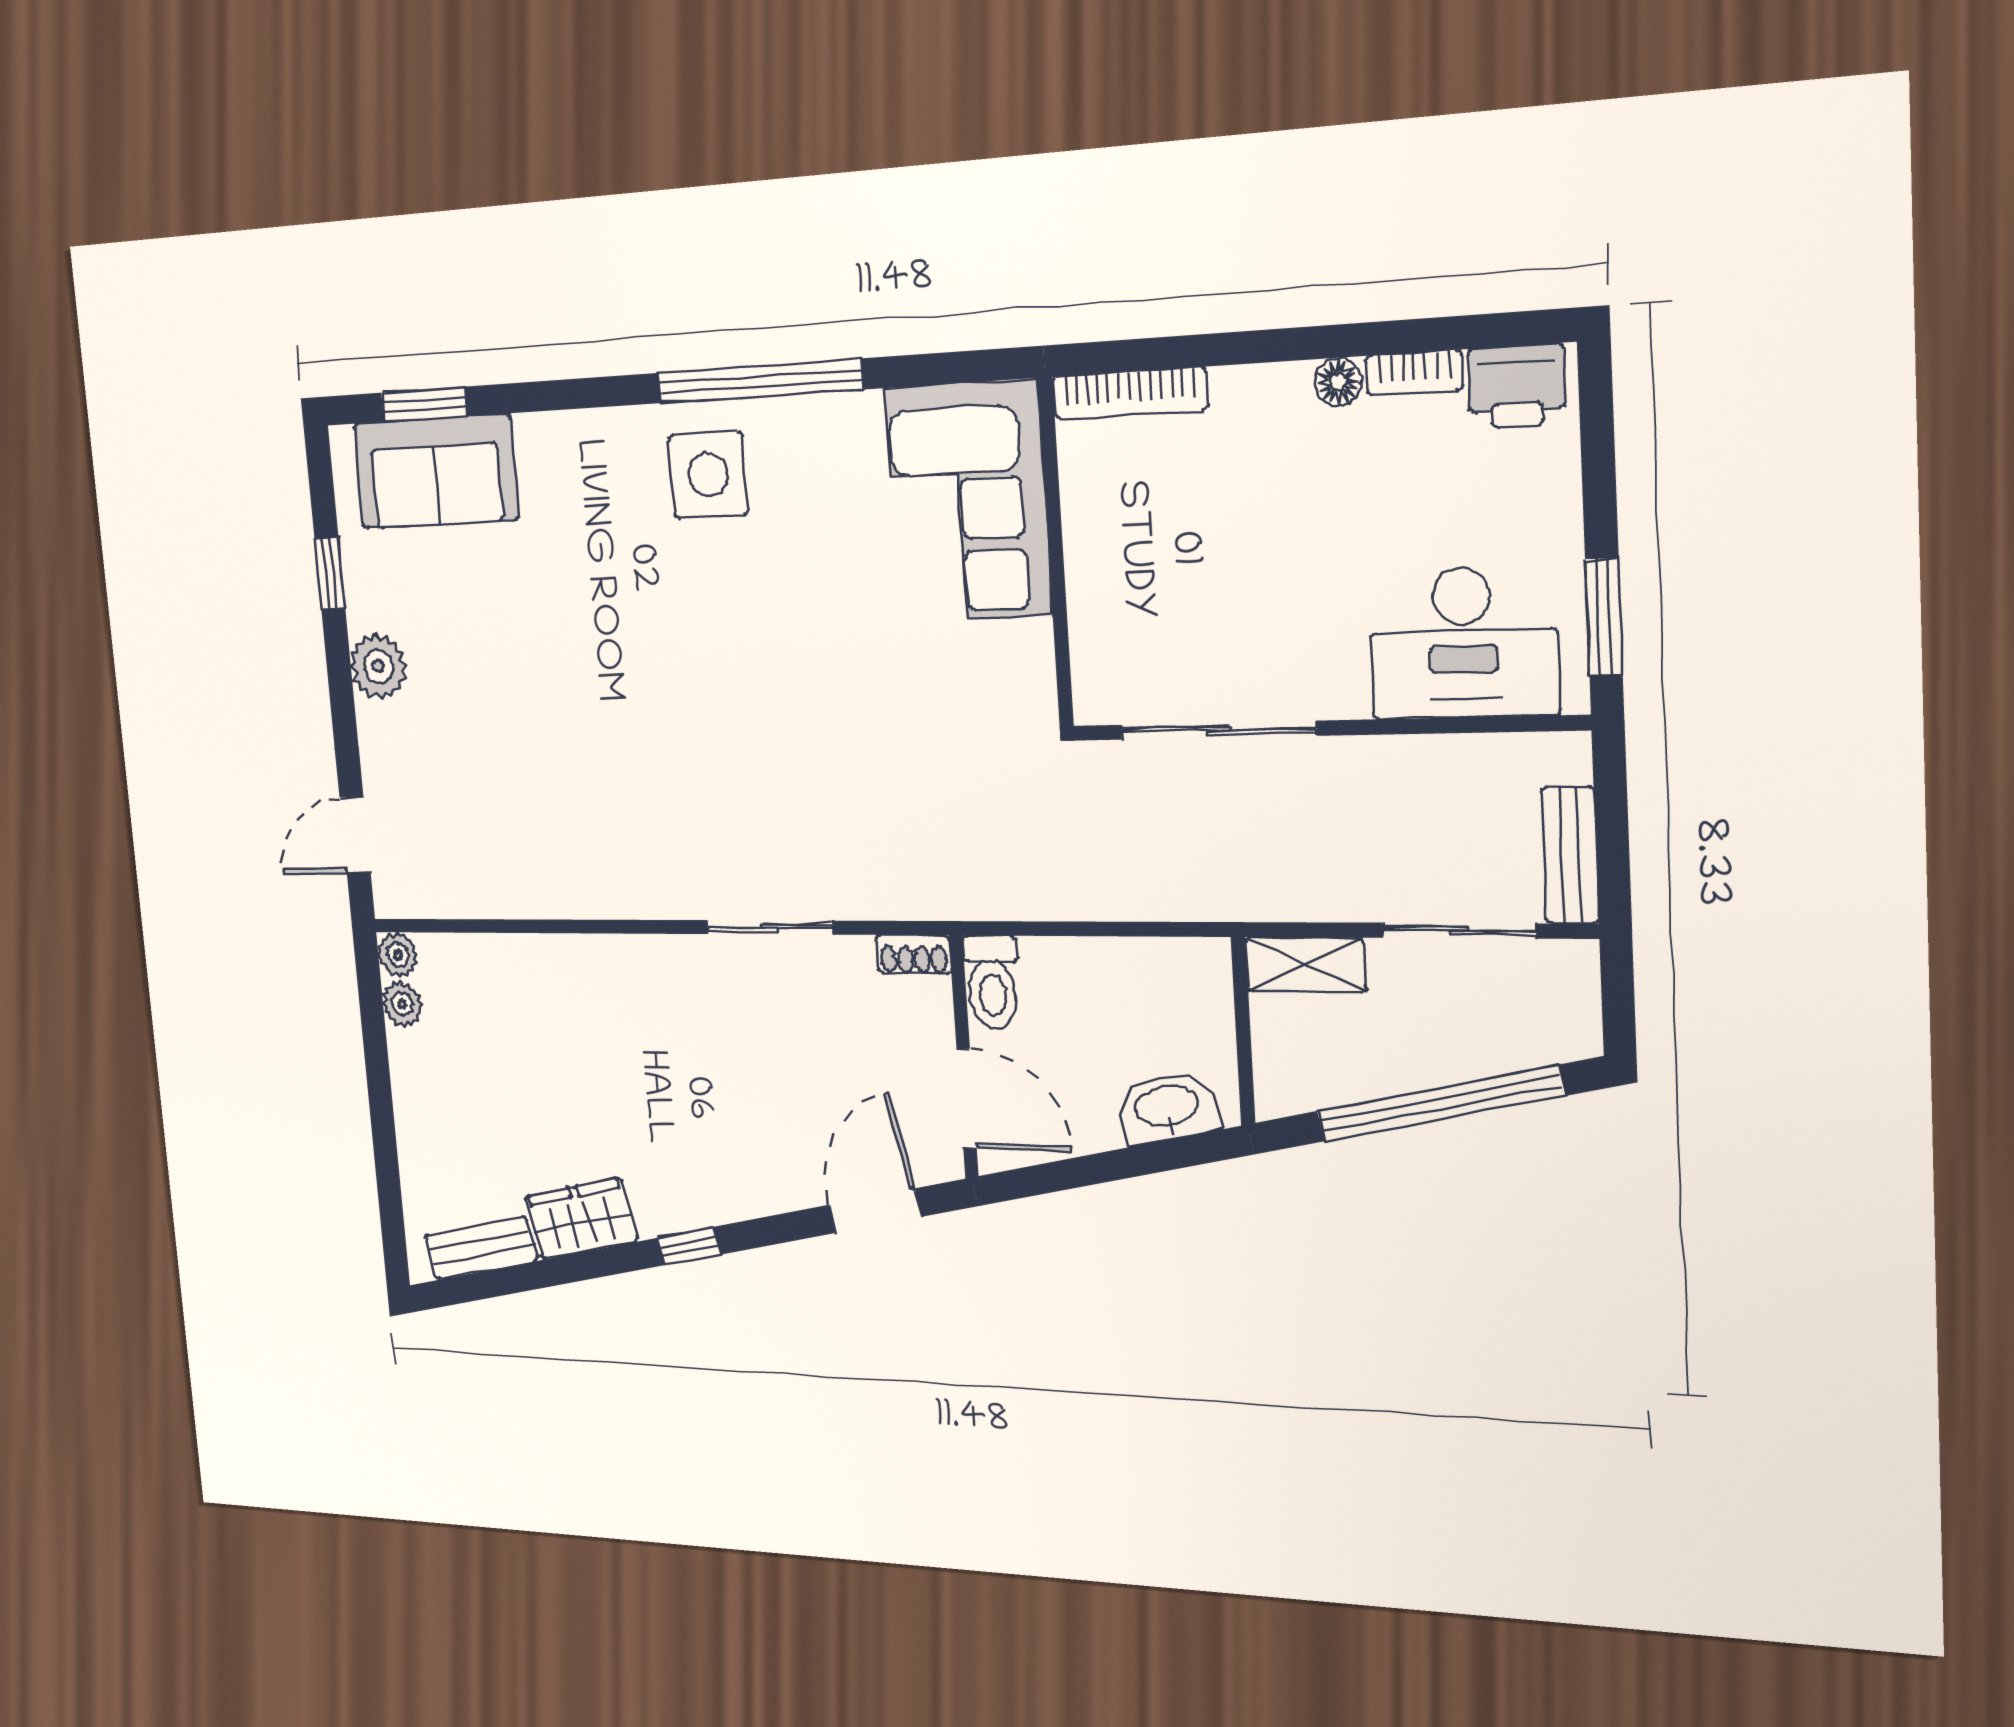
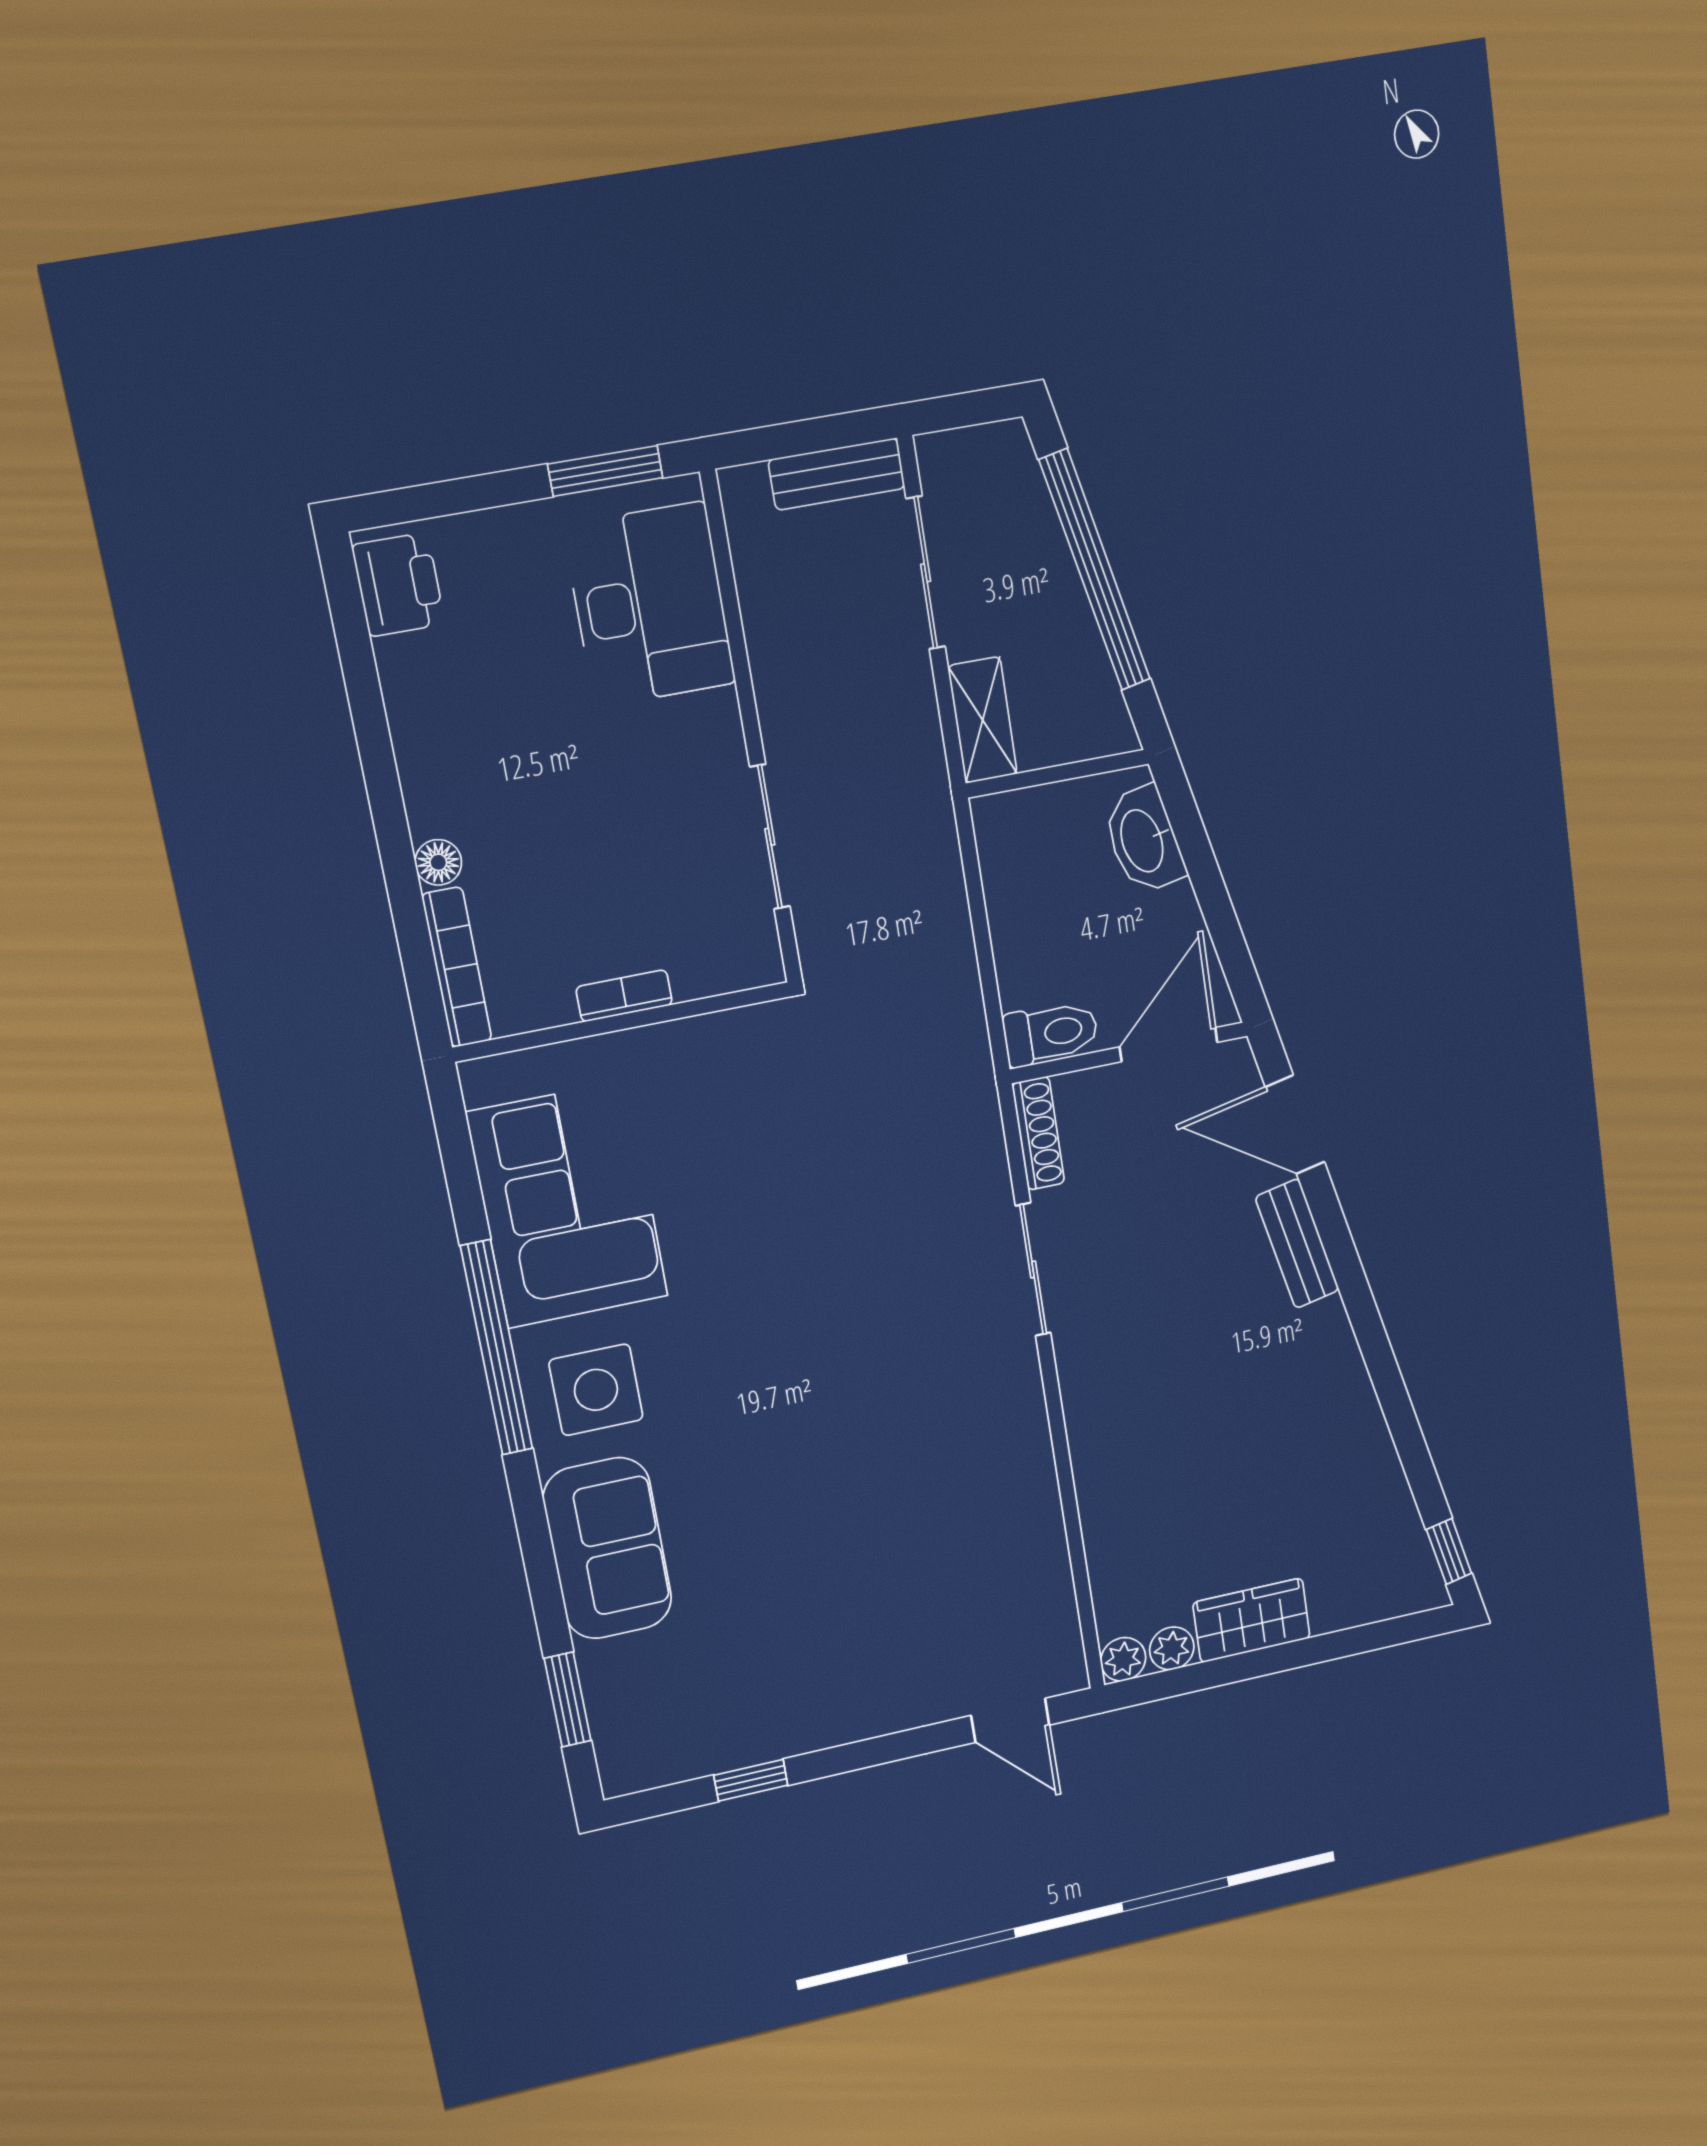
bookcase: (1414, 373) -> (624, 996), moved, turned -90
floor lamp: (1338, 382) -> (438, 862), moved
sofa: (436, 472) -> (608, 1549), moved
corner sofa: (968, 501) -> (568, 1205), moved, turned -90
plant: (378, 666) -> (837, 1716), removed
sliding door: (1218, 730) -> (770, 837), width x0.73
shoe rack: (913, 954) -> (1038, 1133), width x1.43
wardrobe: (581, 1219) -> (1252, 1620), moved, turned 102
window: (689, 1246) -> (1449, 1551), moved
bench: (481, 1248) -> (1297, 1244), moved

